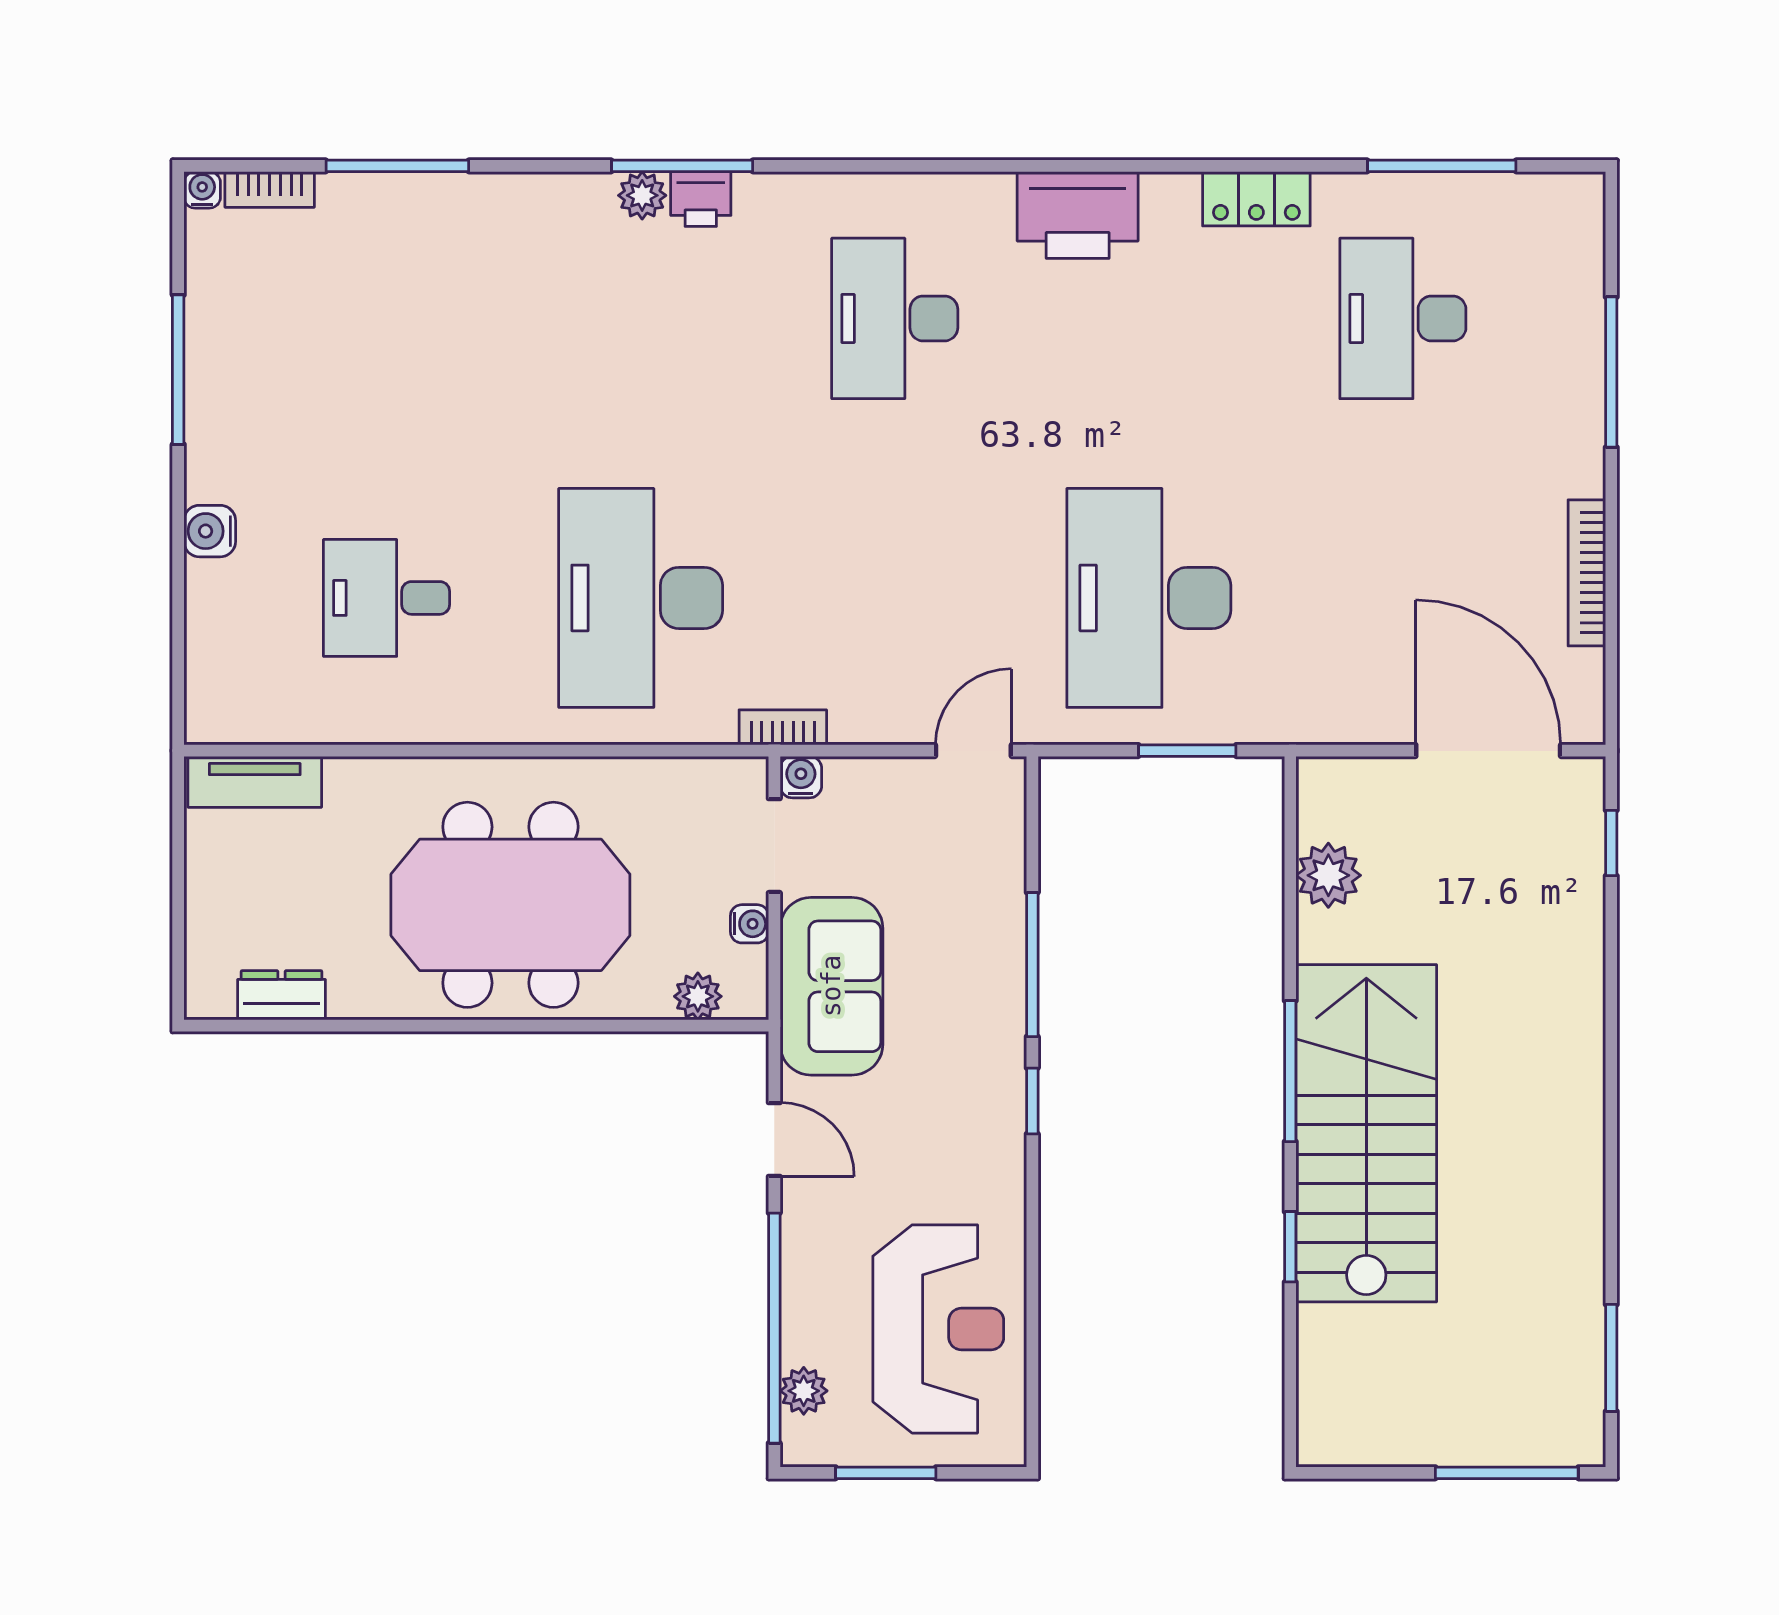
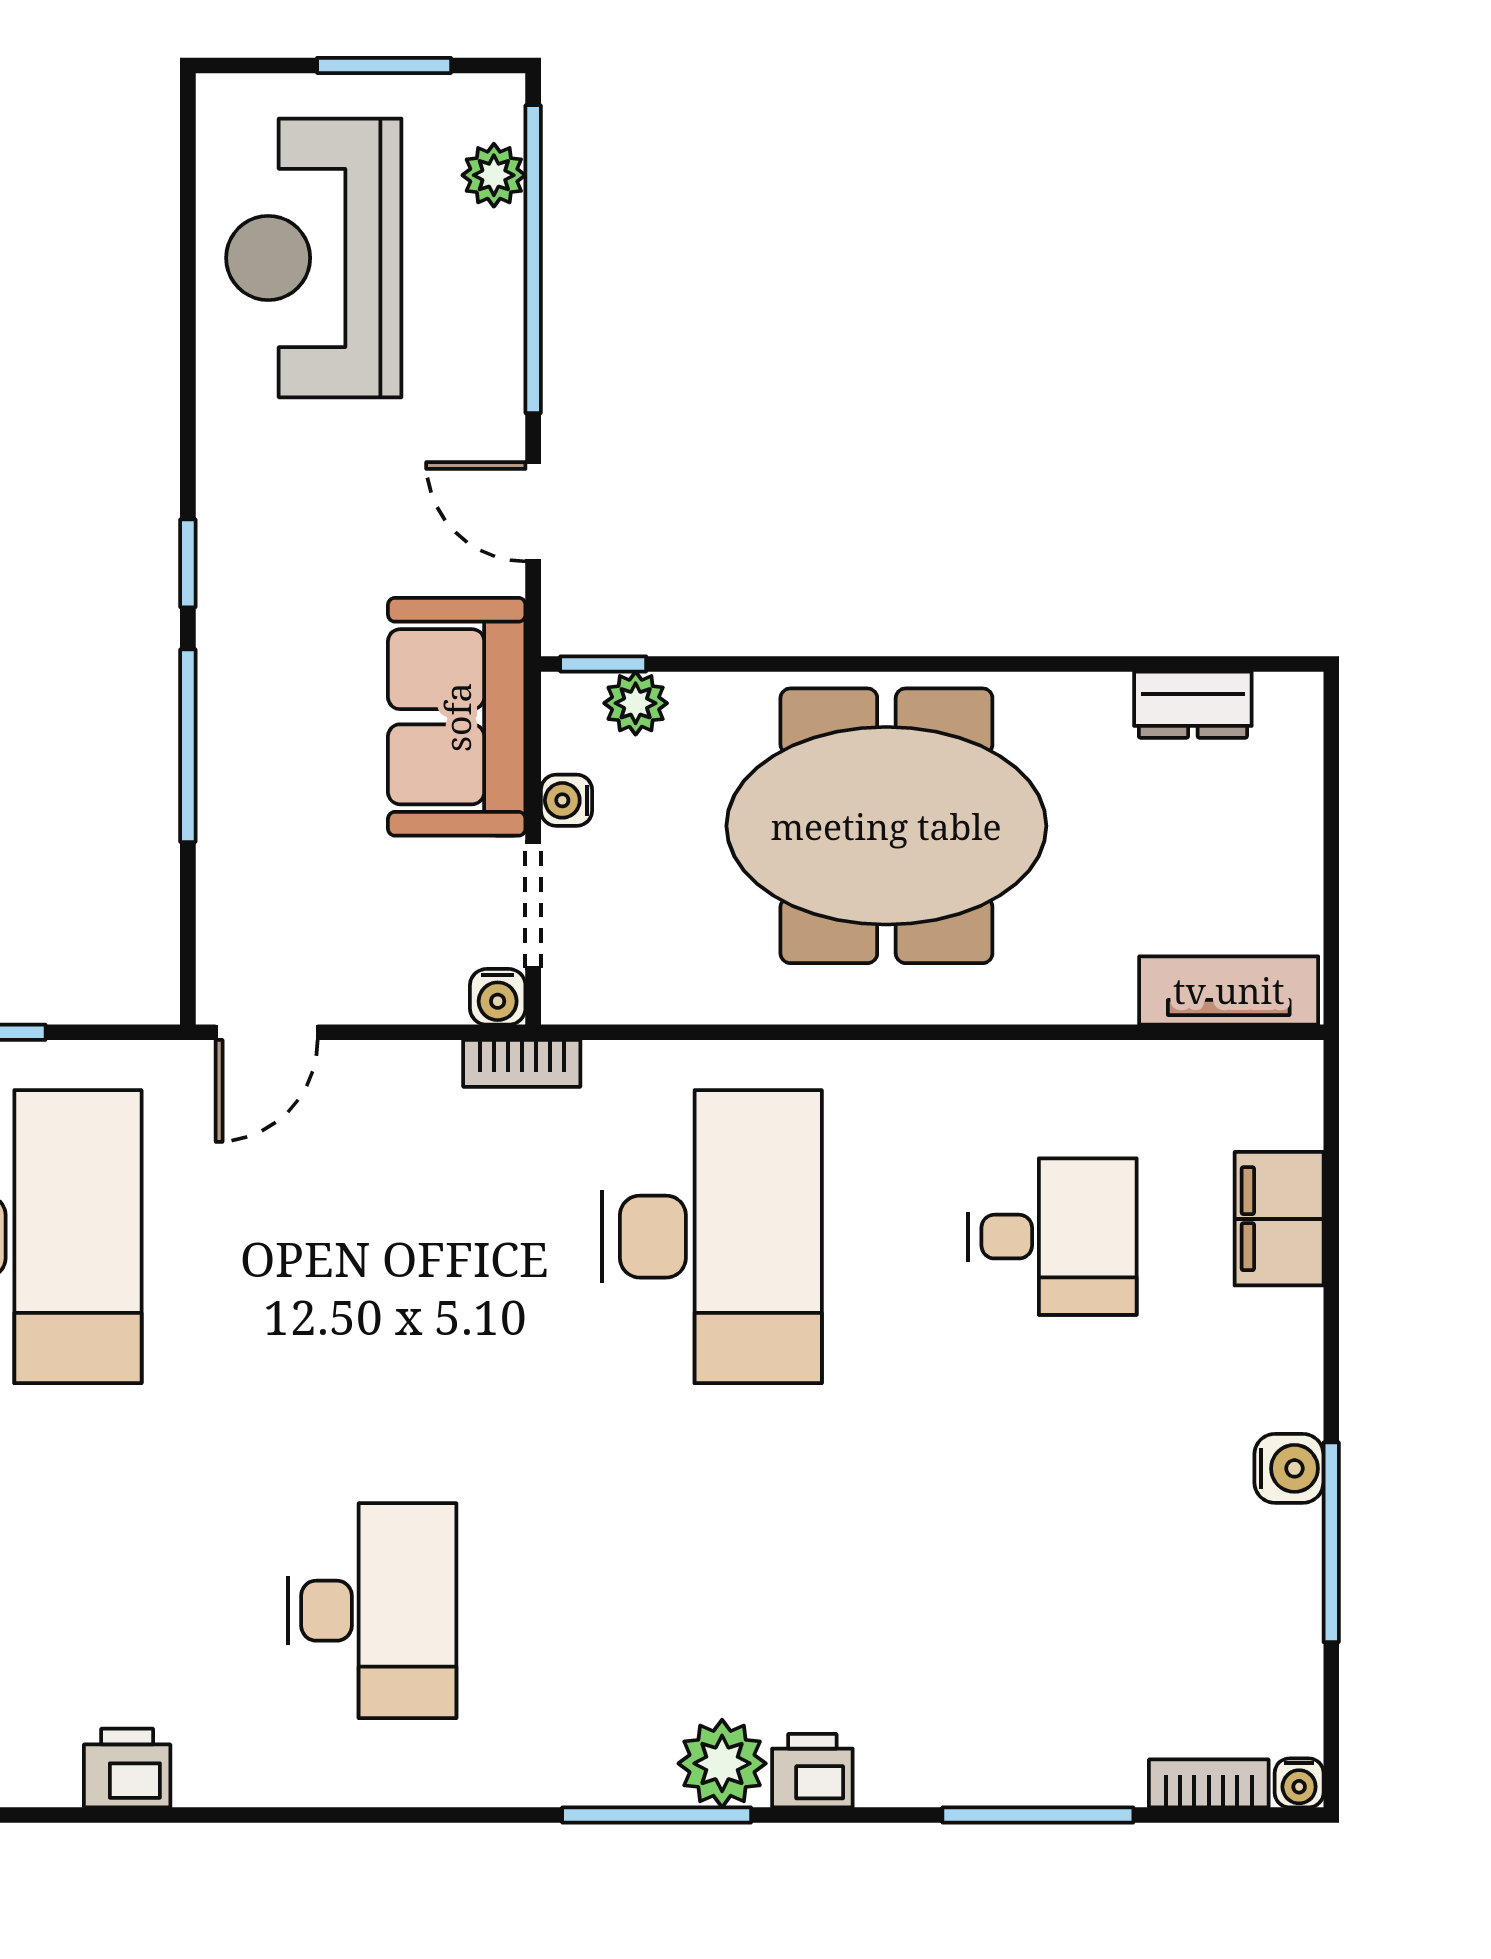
plant: (642, 195) -> (722, 1763), width x1.38, depth x1.38
printer: (701, 199) -> (812, 1771), moved
printer: (1078, 215) -> (127, 1768), width x0.53, depth x0.68
water cooler: (210, 531) -> (1289, 1468), moved
filing cabinet: (217, 611) -> (1279, 1219), added
window: (722, 1026) -> (603, 664), added

